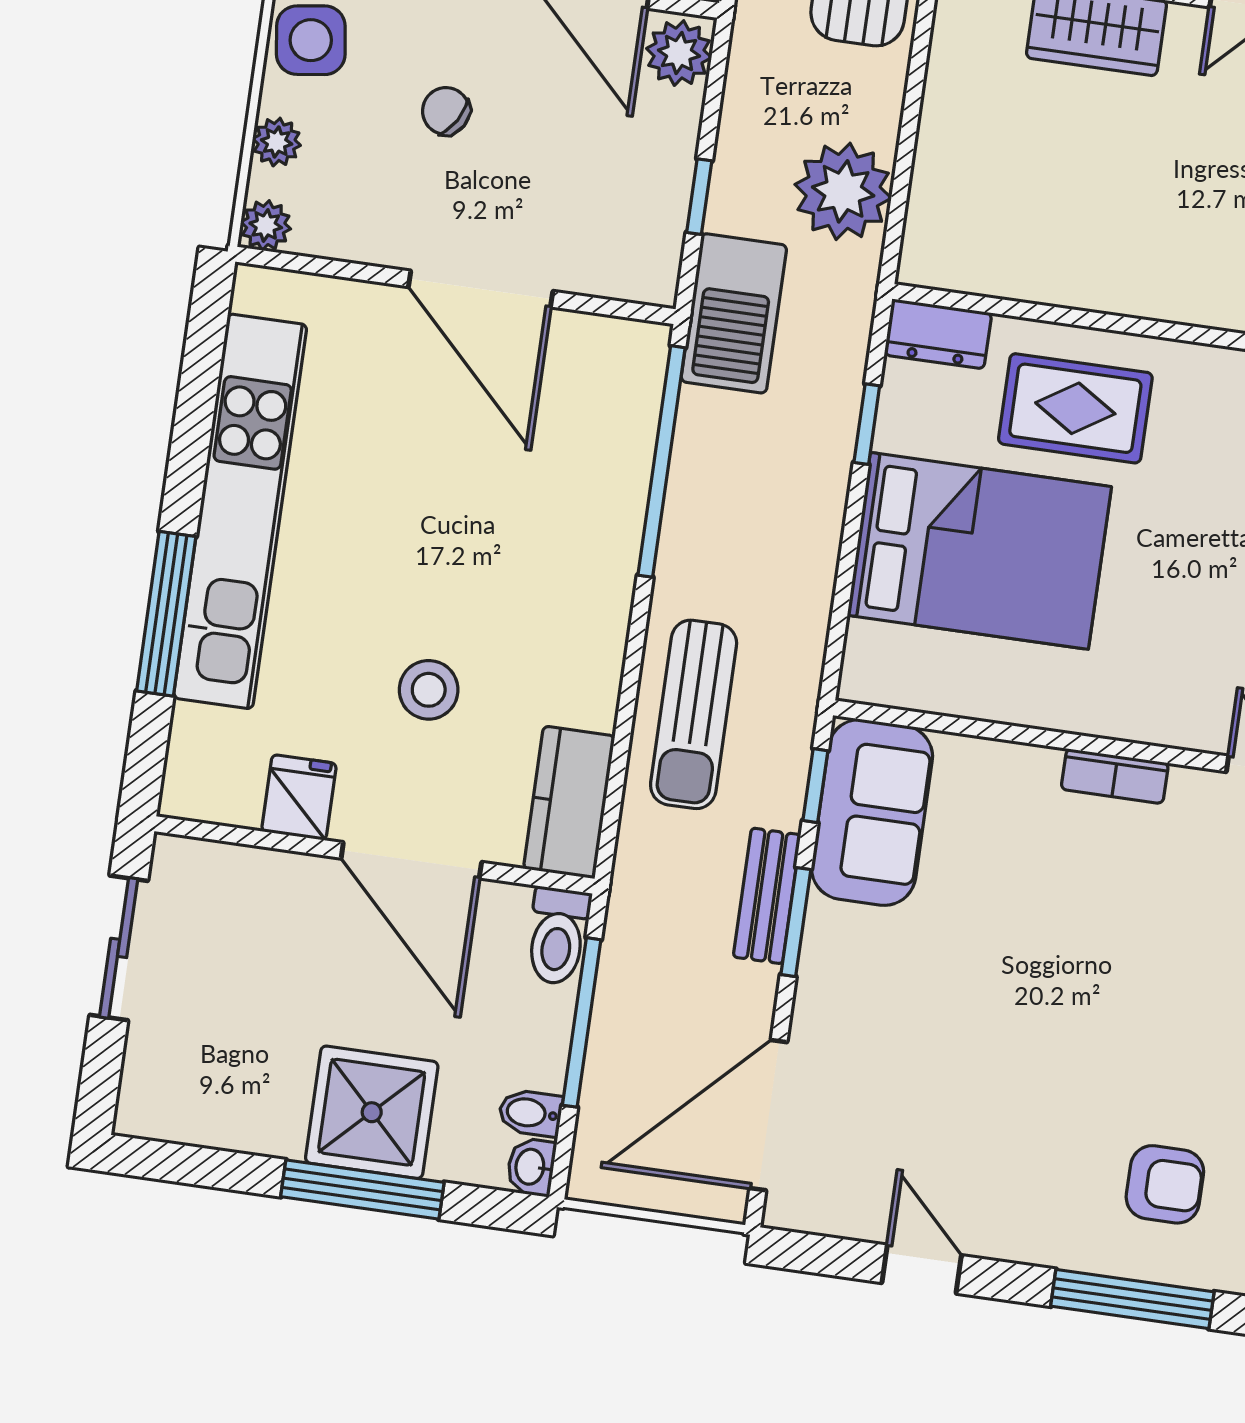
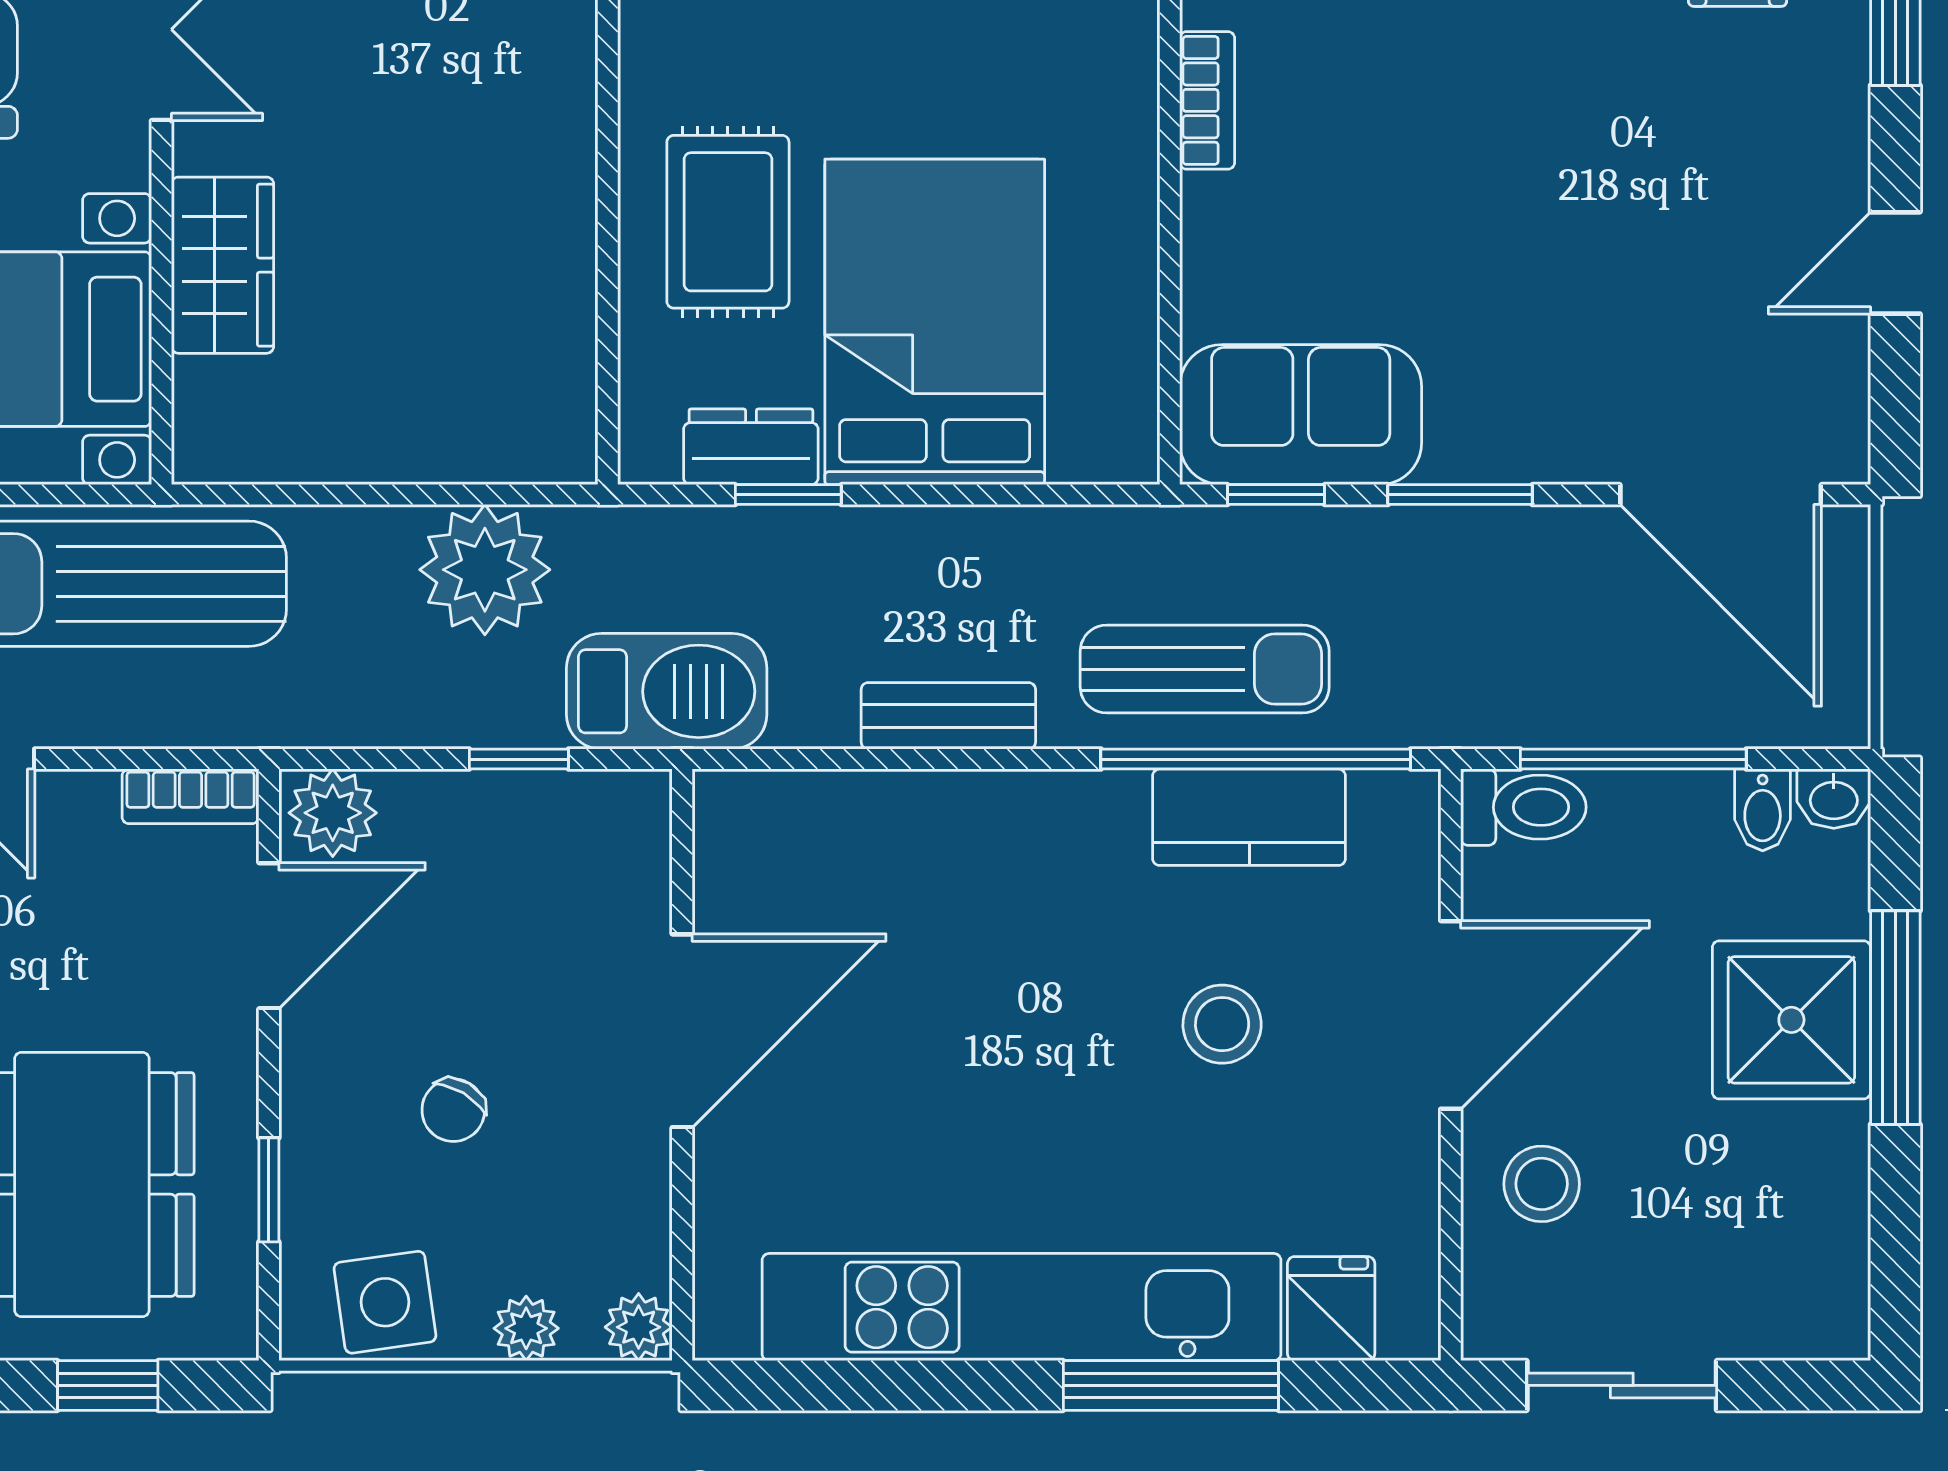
dresser: (938, 334) -> (751, 447), moved, turned -90
window: (662, 461) -> (1256, 759), moved
fridge: (299, 797) -> (1331, 1309), moved, turned 90
kitchen counter: (569, 802) -> (1249, 817), moved
bench: (767, 896) -> (948, 716), moved
stool: (277, 910) -> (1542, 1184), added

